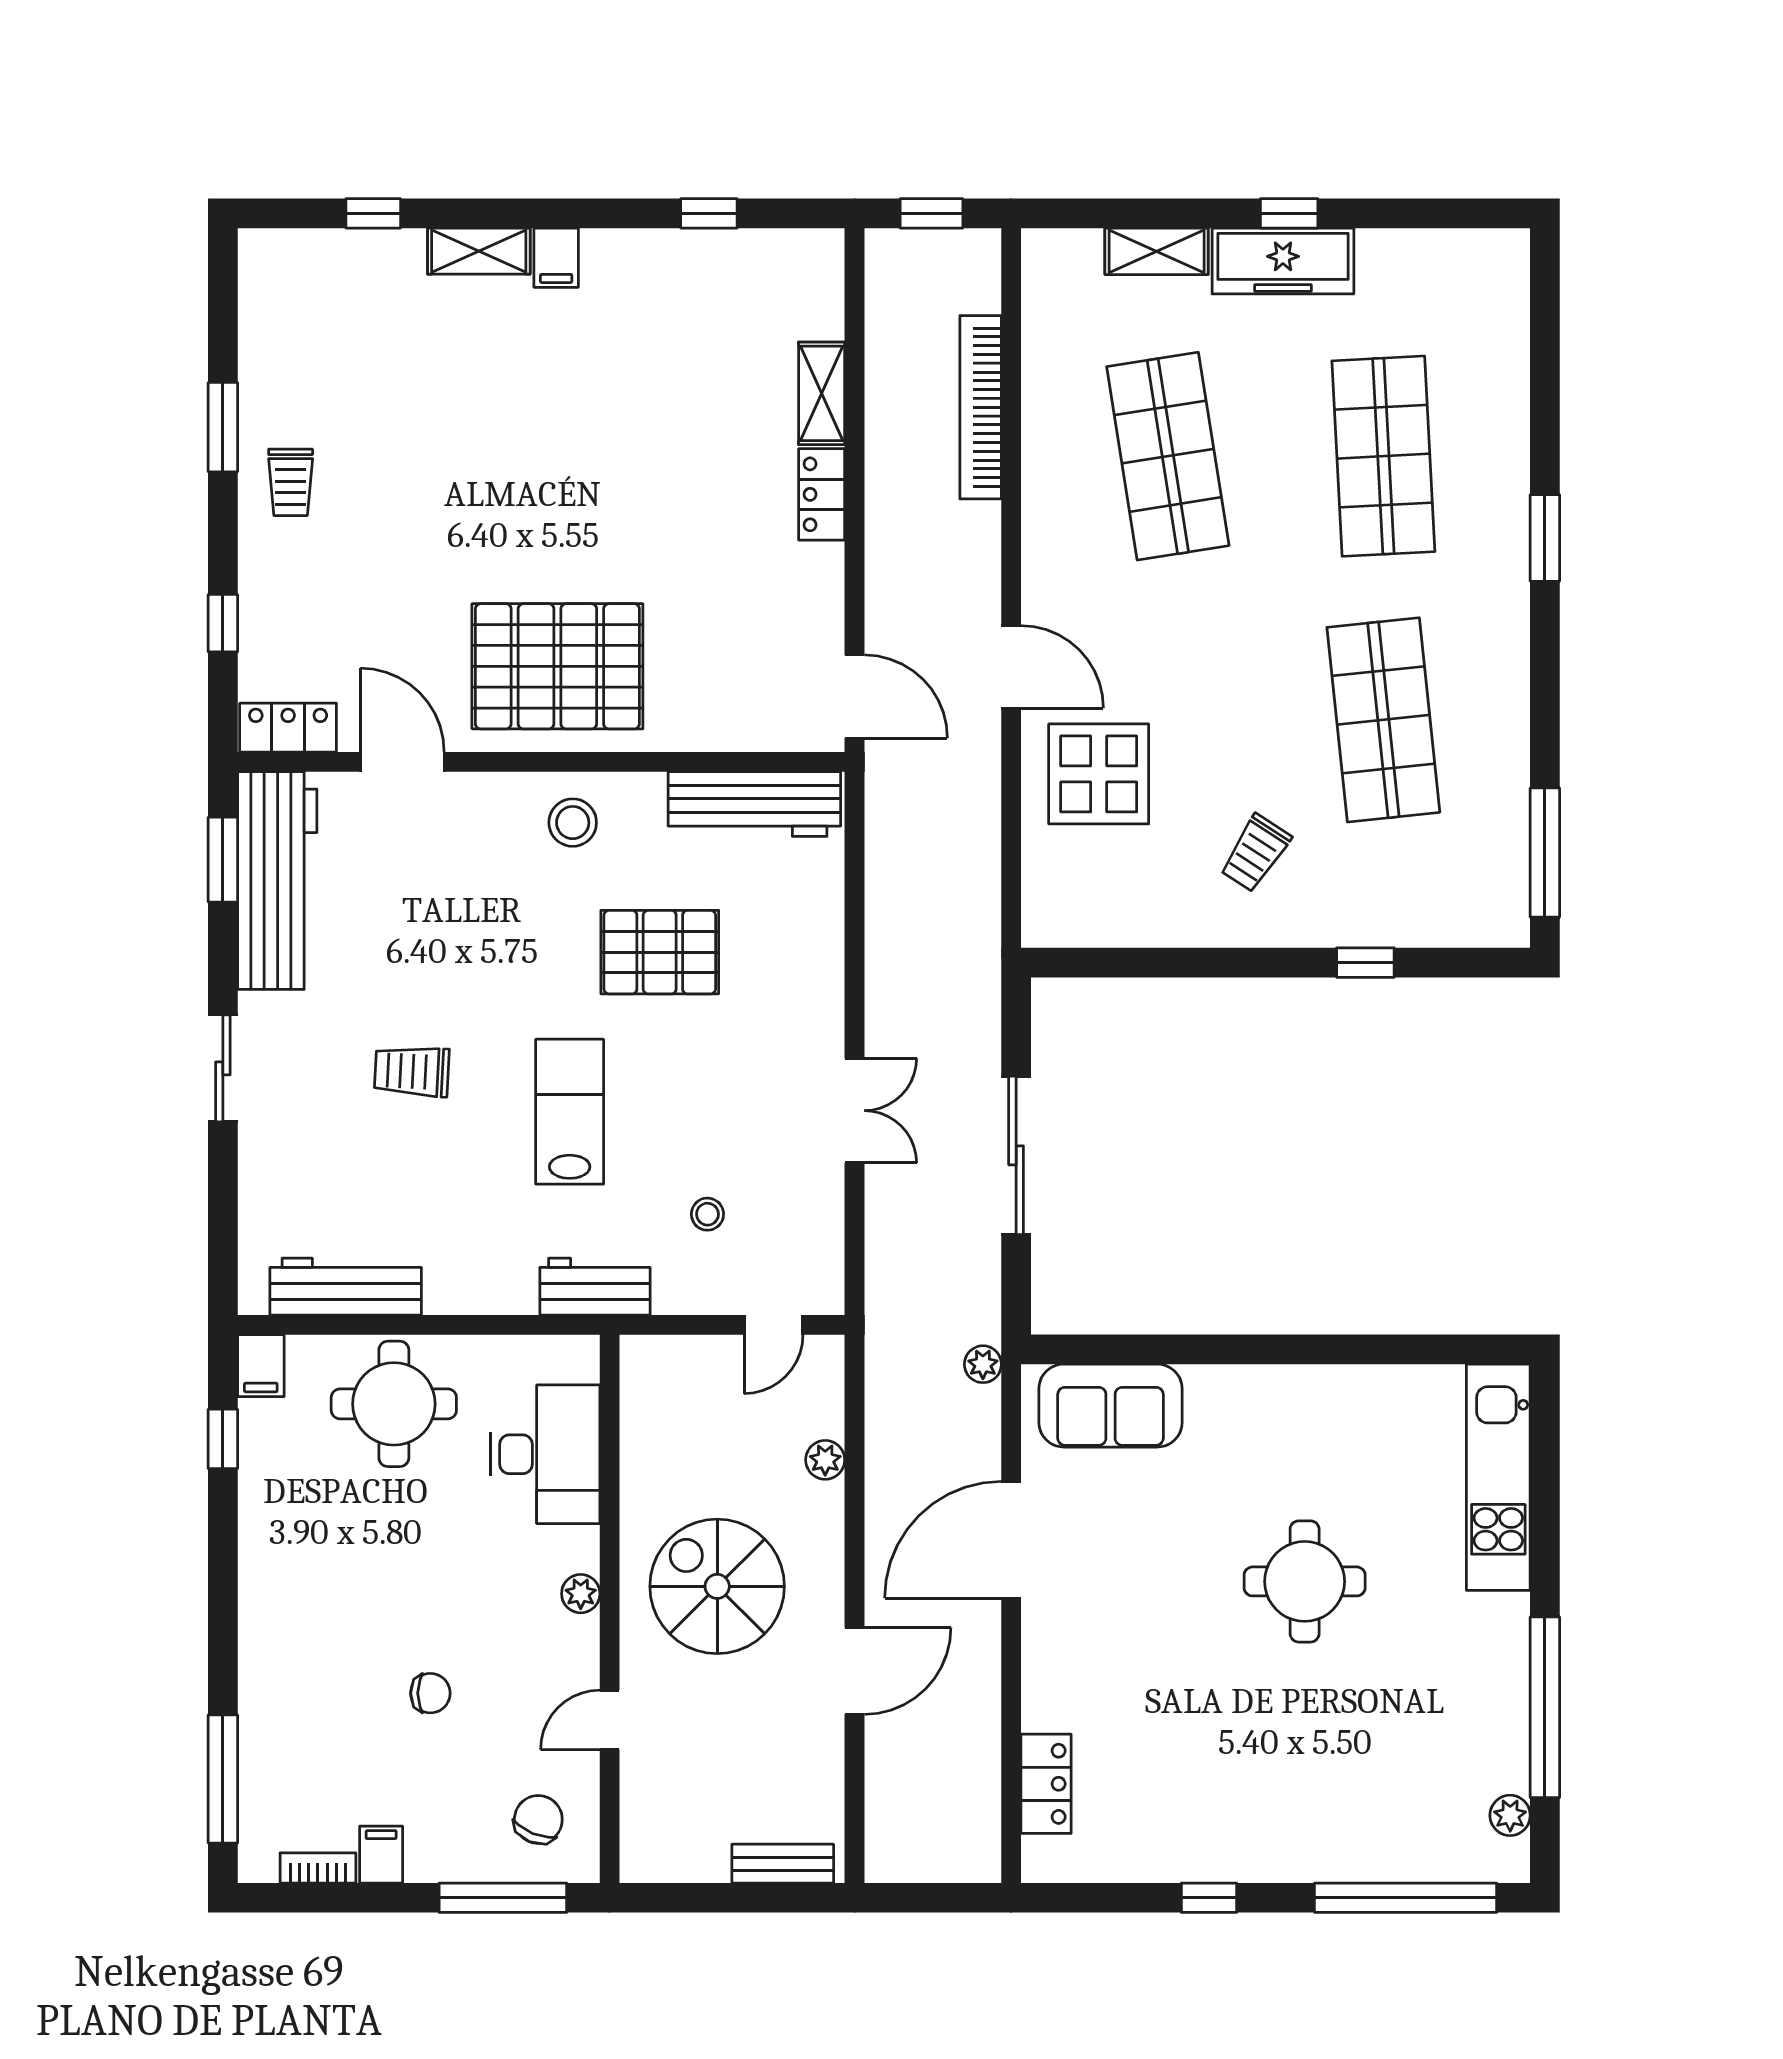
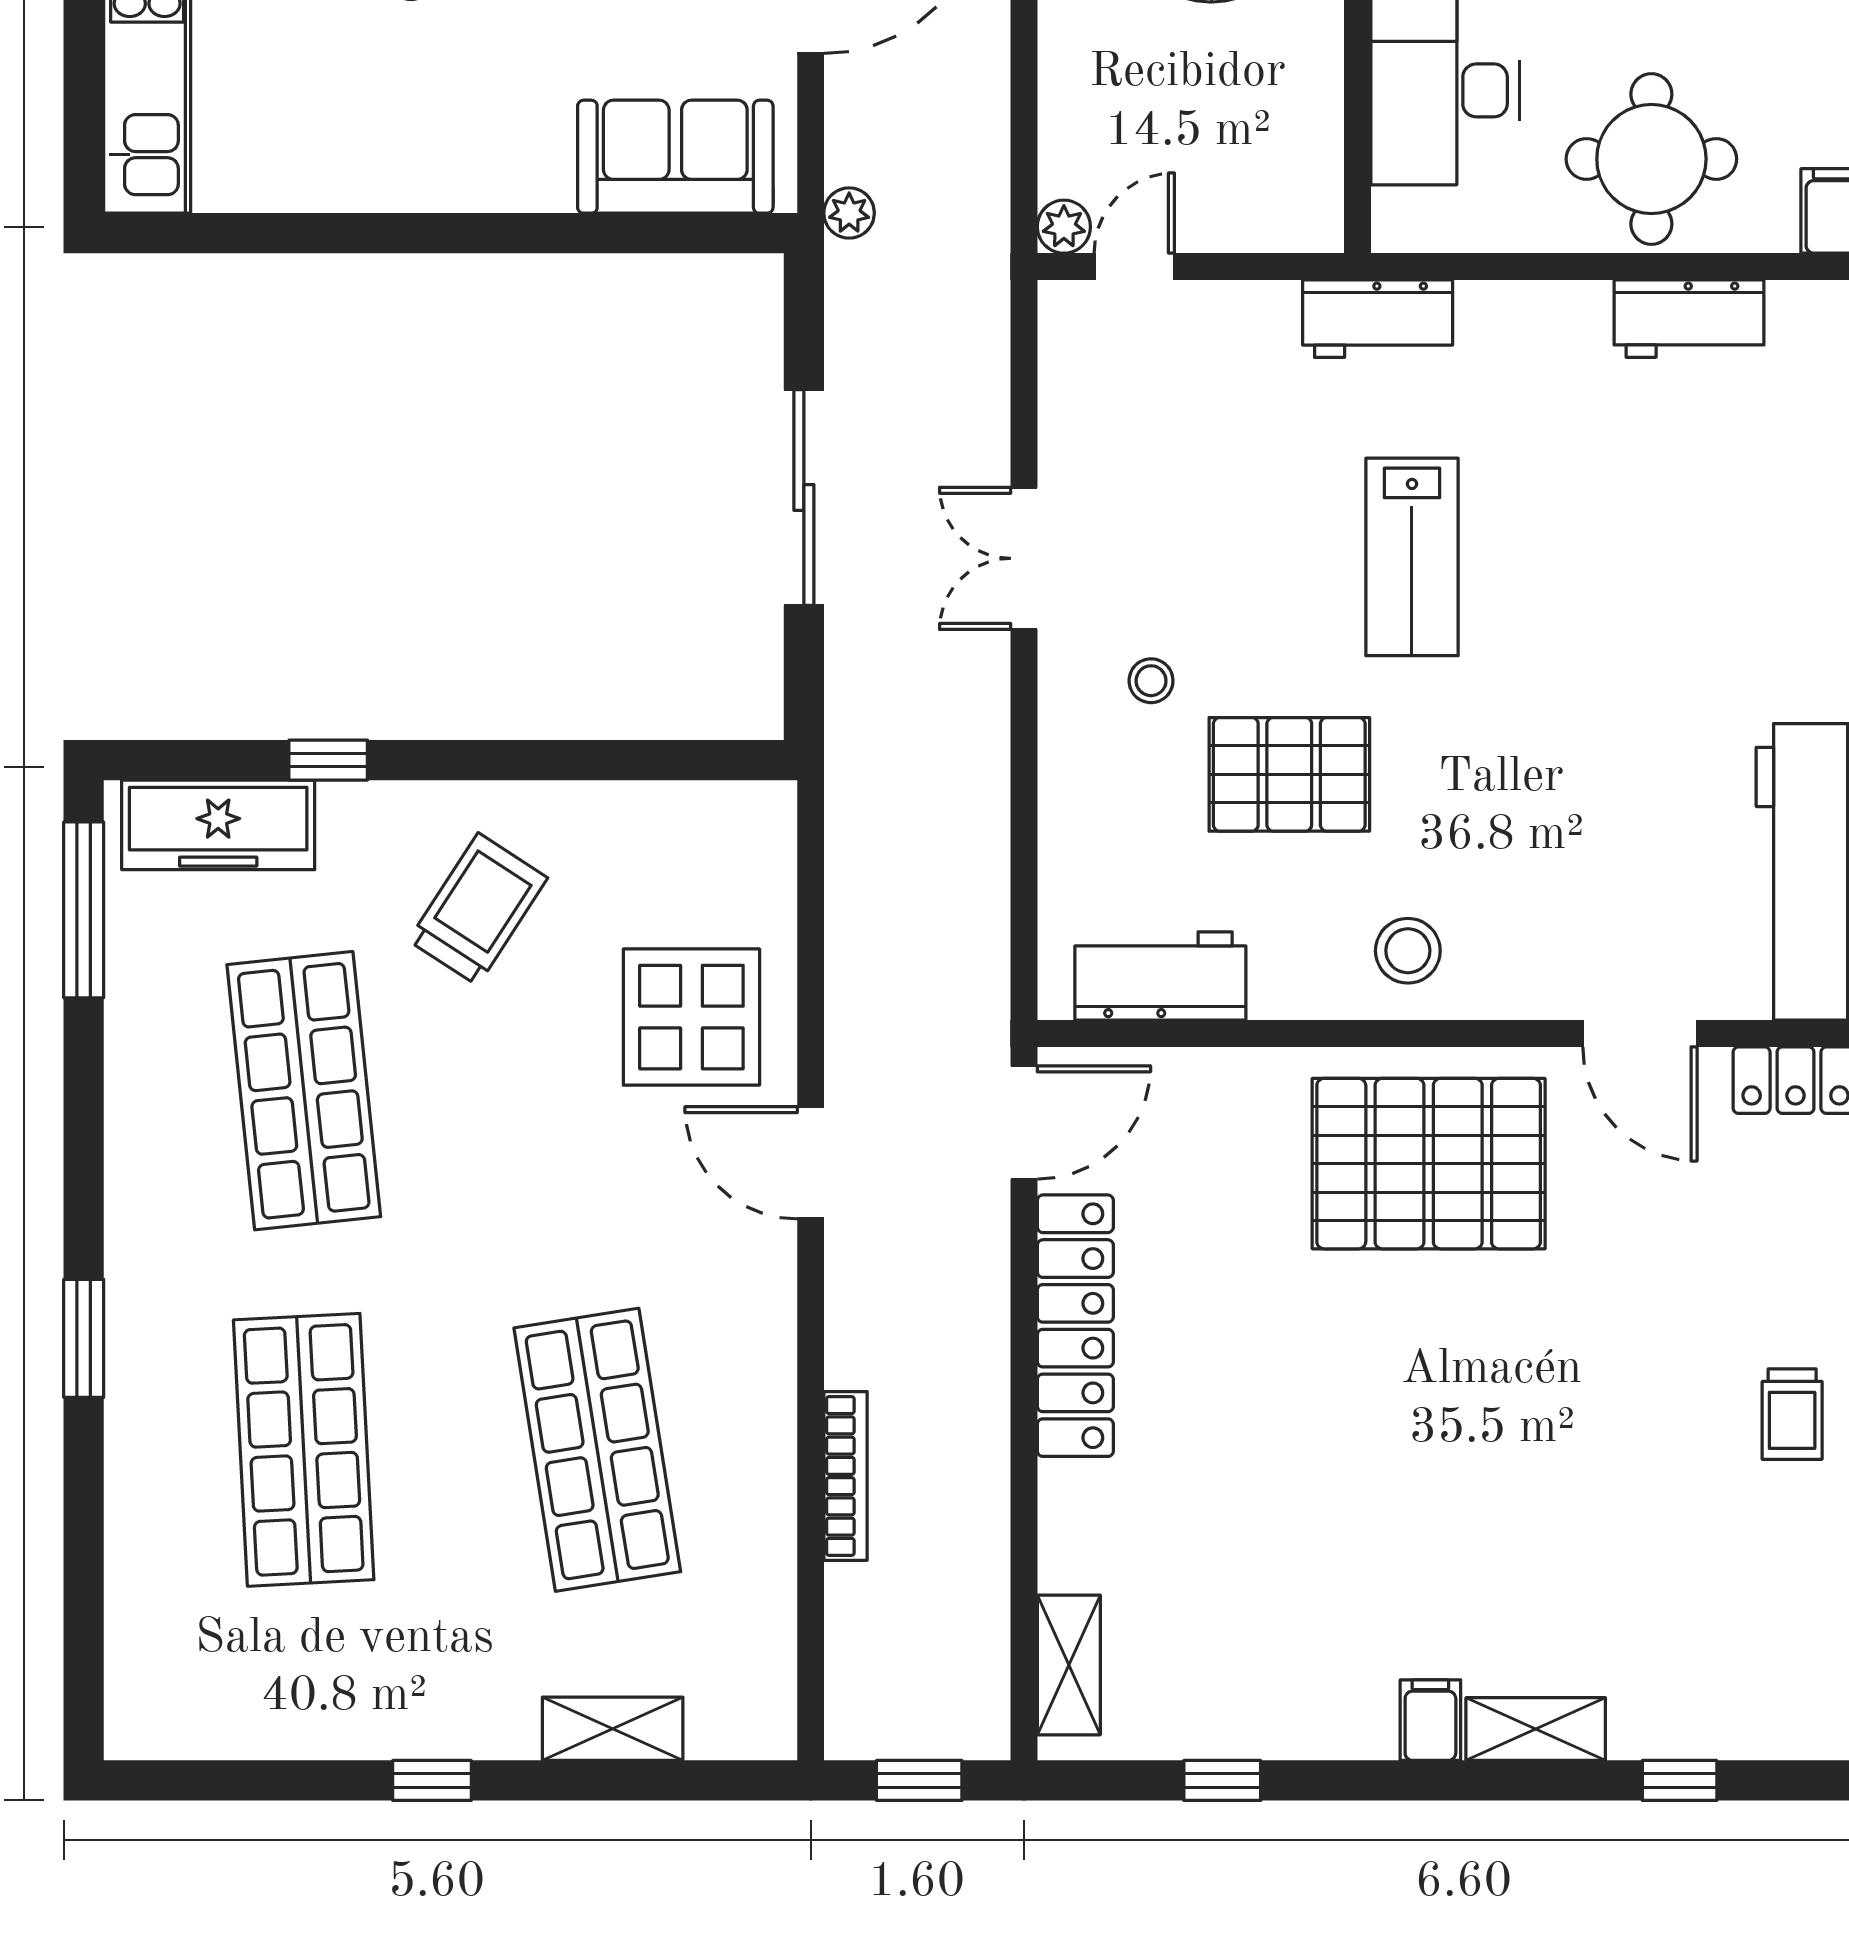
freezer: (1283, 261) -> (218, 825), moved, turned 180
shelving: (822, 393) -> (1069, 1665), moved
bookcase: (981, 407) -> (846, 1476), width x0.68, depth x0.76
trolley: (291, 482) -> (1792, 1414), turned 180
locker: (822, 494) -> (1075, 1326), width x2.16, depth x1.21
door: (854, 697) -> (1024, 1122), swing flipped
workbench: (754, 804) -> (1160, 976), width x0.73
trolley: (1255, 853) -> (478, 909), width x1.36, depth x1.39
trolley: (412, 1071) -> (1627, 612), removed
stool: (707, 1214) -> (1151, 681), moved
workbench: (346, 1287) -> (1689, 319), width x0.73
plant: (825, 1460) -> (1064, 227), moved

